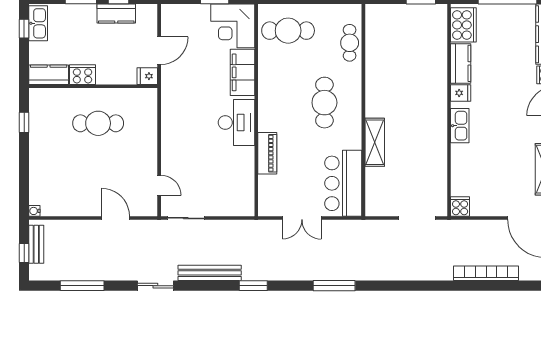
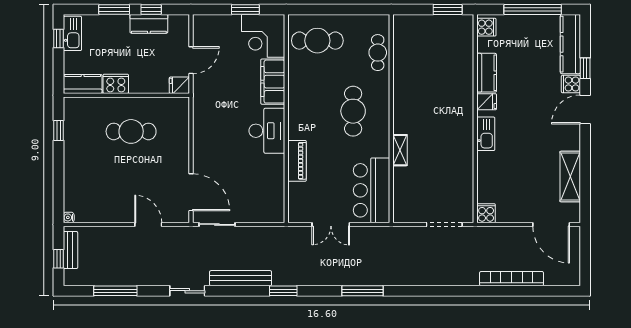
cooker: (463, 25) -> (486, 27), width x0.53, depth x0.76
shelving: (375, 142) -> (400, 150), width x0.67, depth x0.75
door: (159, 185) -> (191, 192), width x1.88

